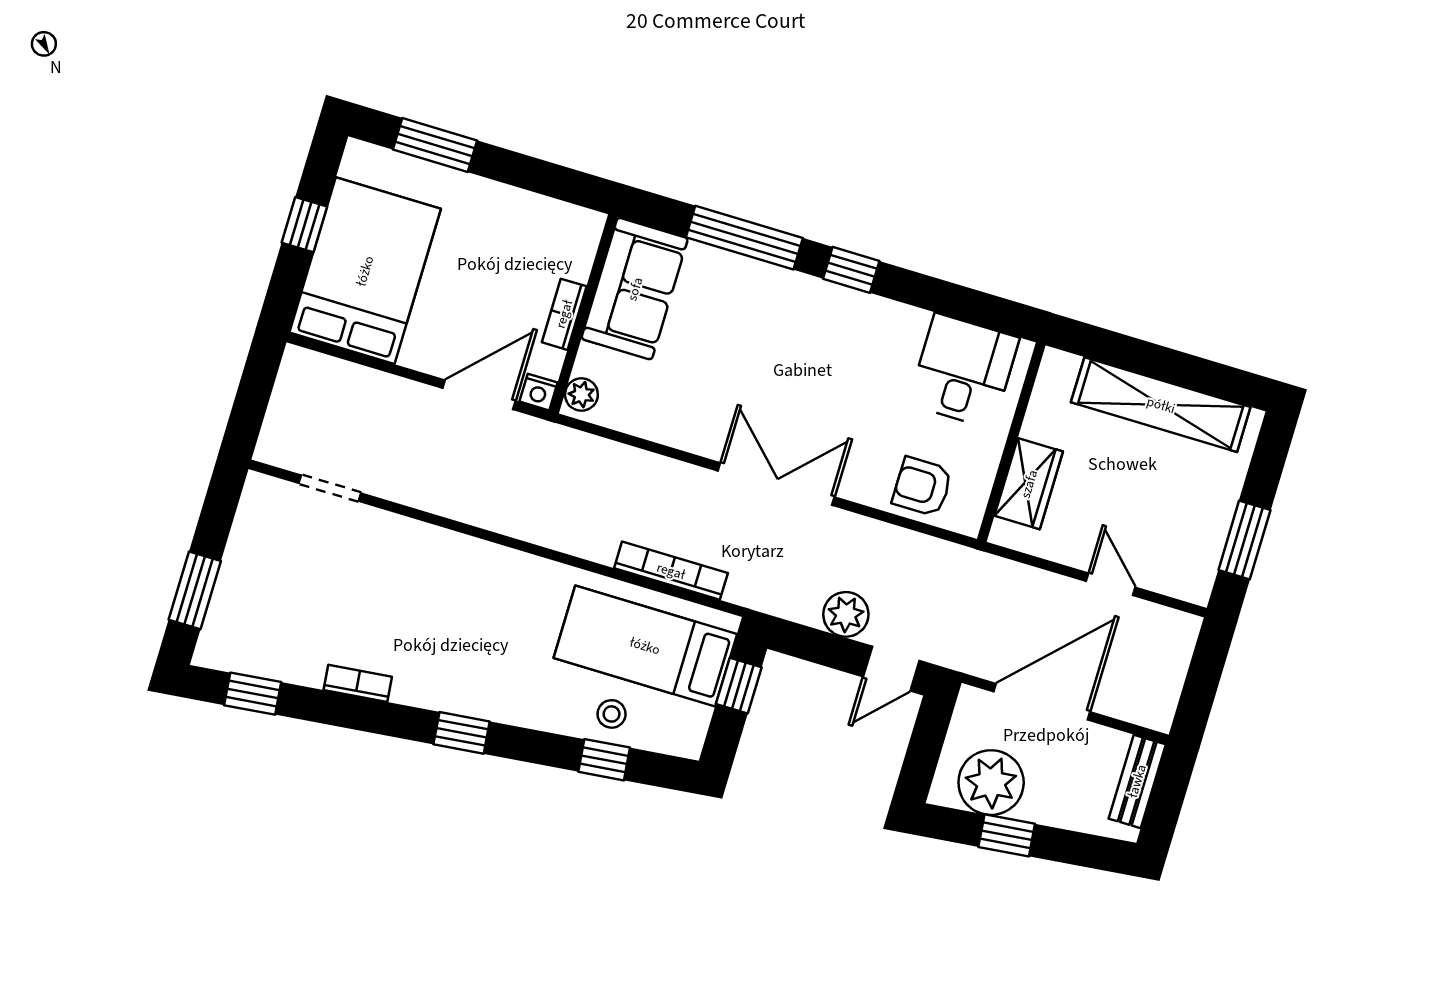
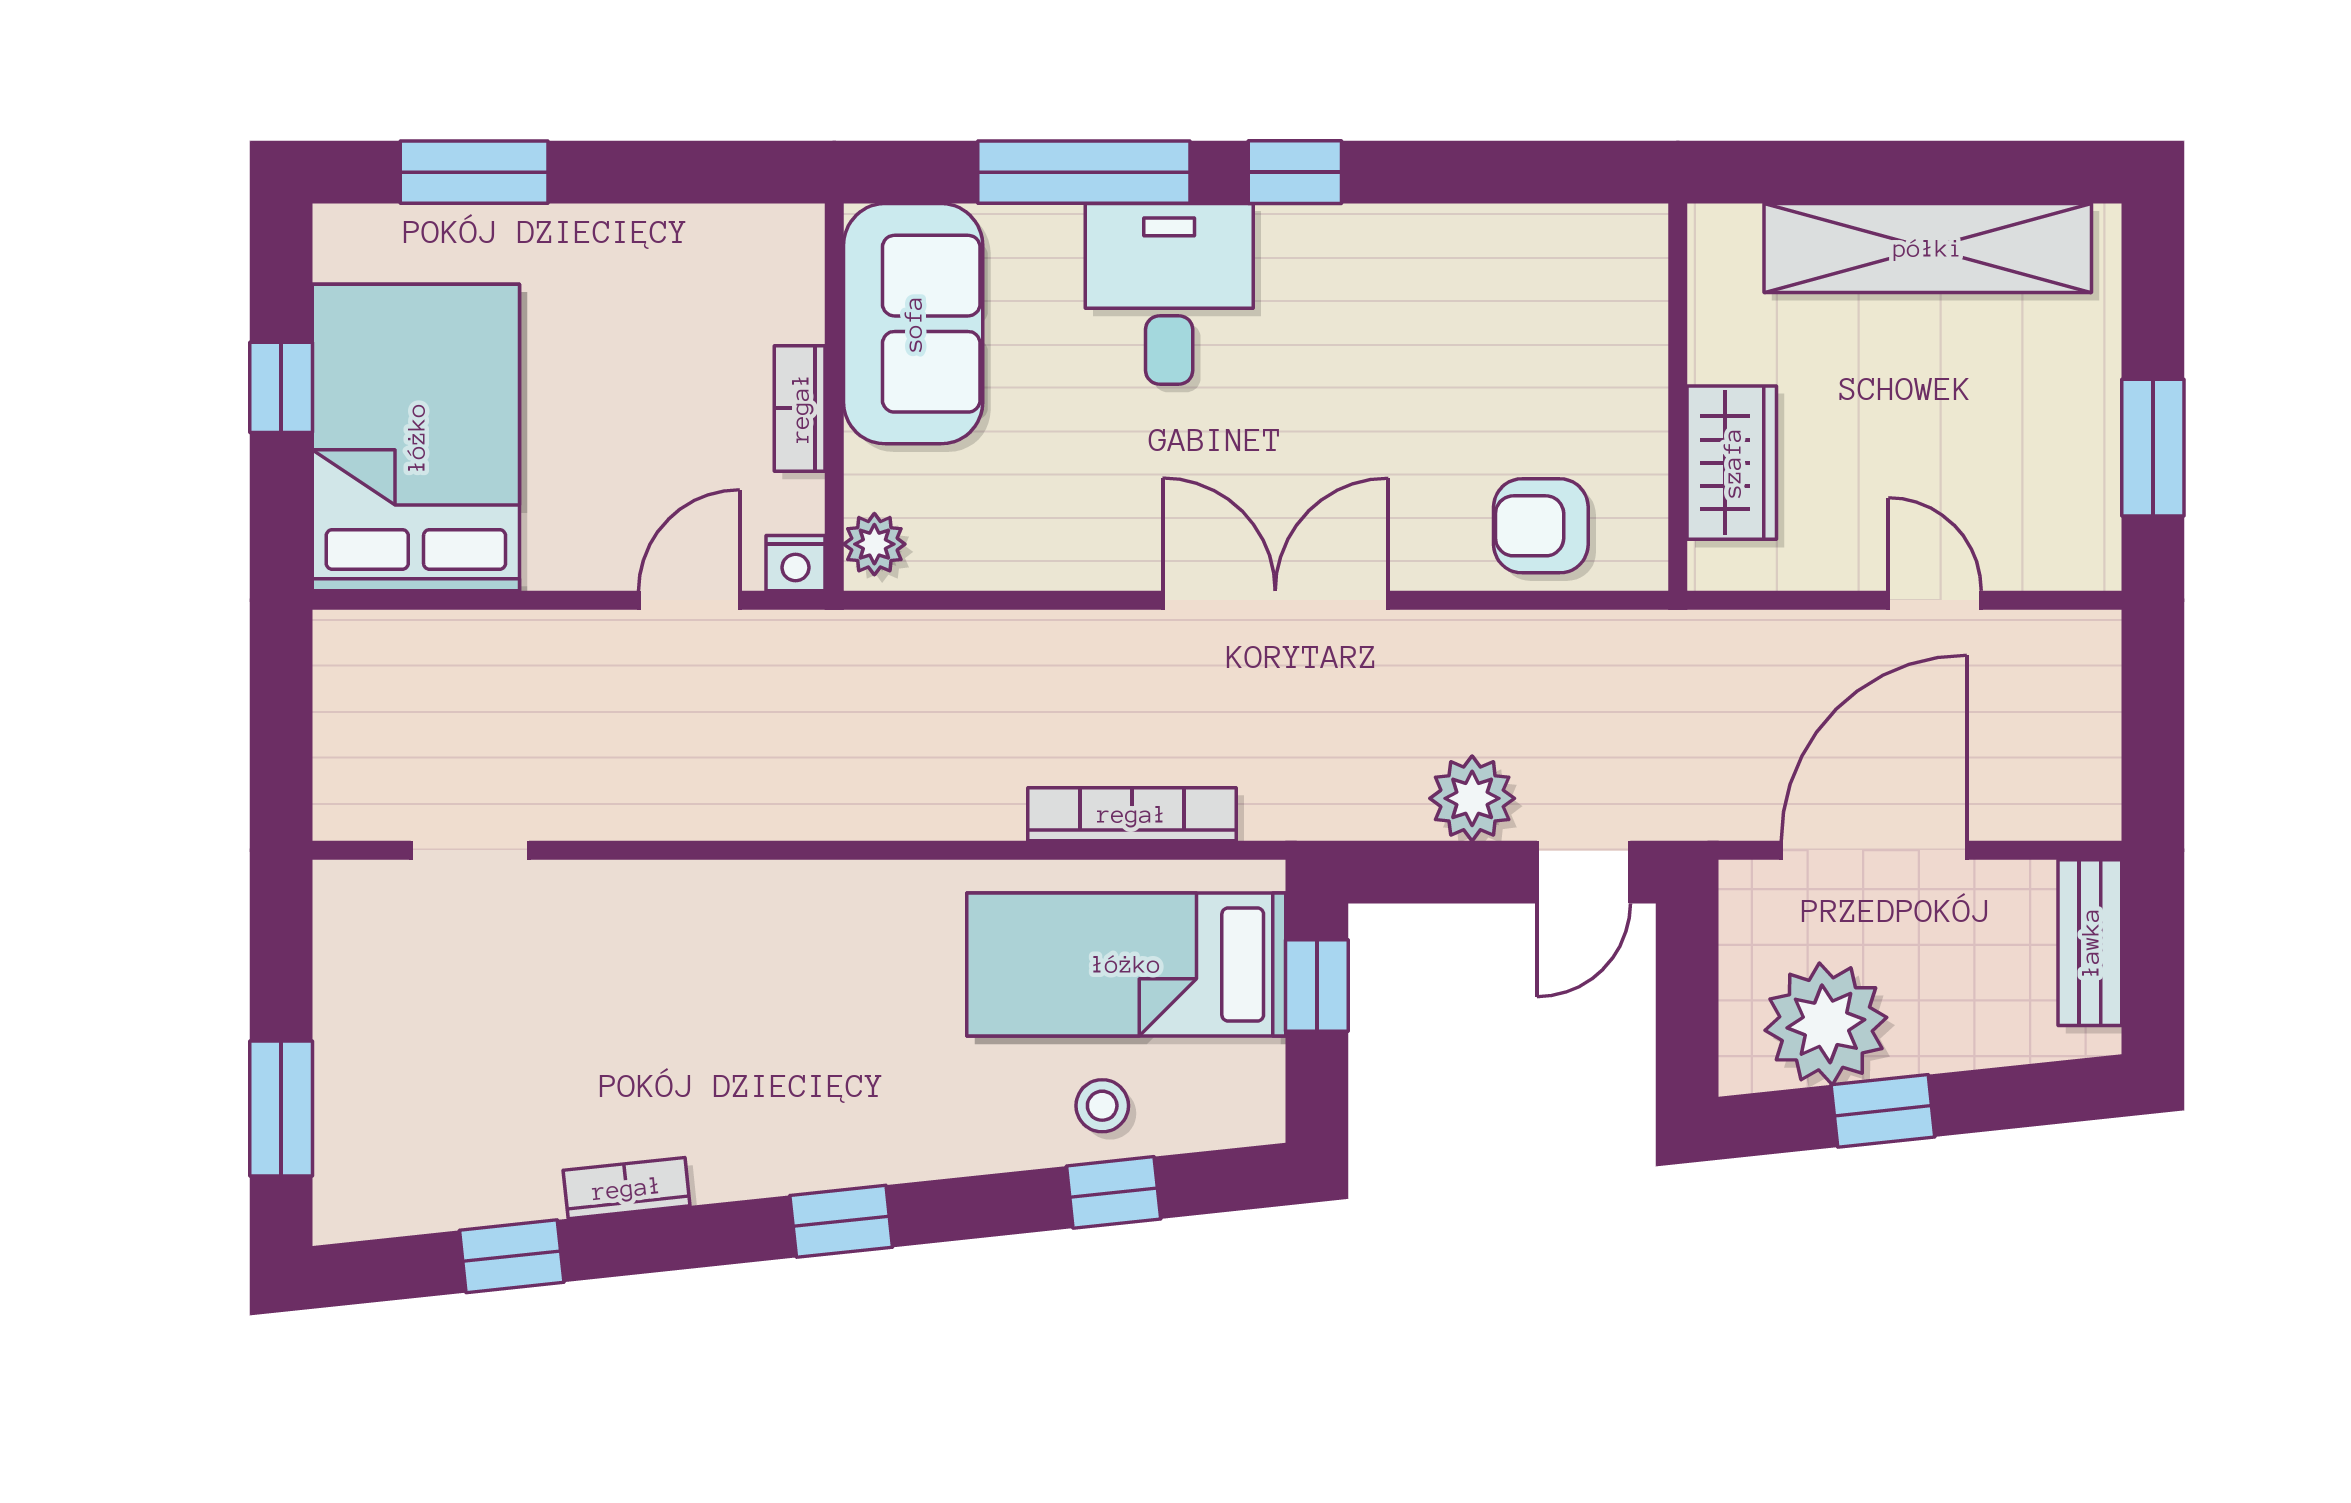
desk: (964, 371) -> (1169, 294), moved
door: (479, 395) -> (689, 600), width x0.73
window: (253, 694) -> (512, 1256), moved

